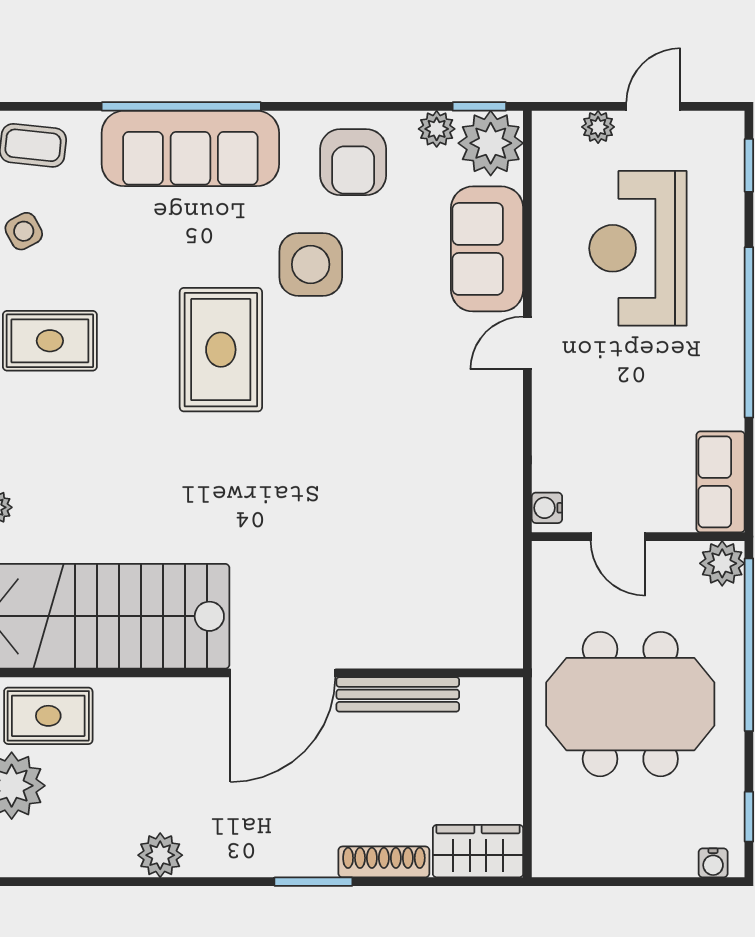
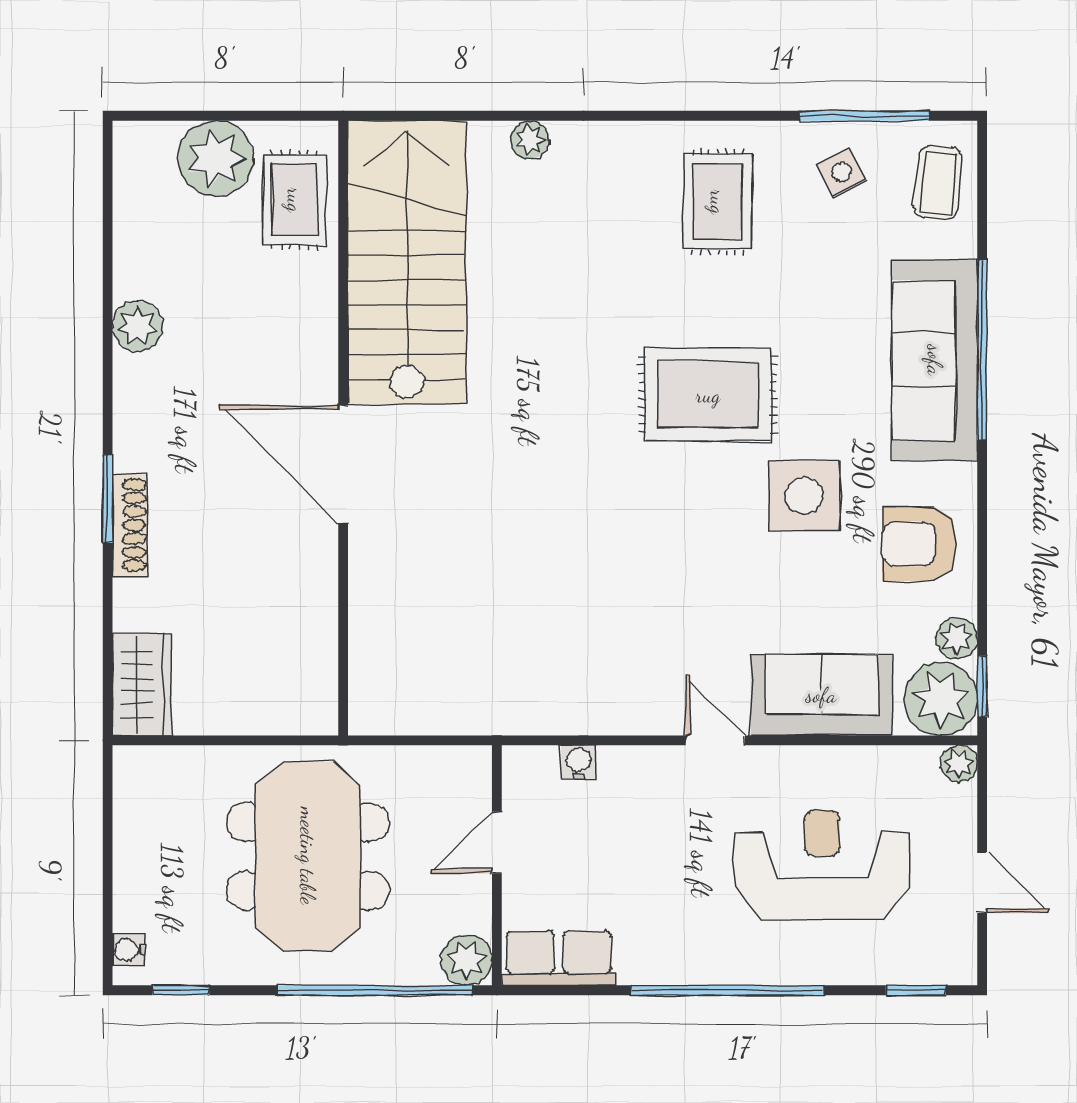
plant: (598, 127) -> (959, 764), moved
water cooler: (547, 508) -> (579, 762), moved
bench: (398, 694) -> (319, 594), removed
shoe rack: (384, 862) -> (130, 525), moved

